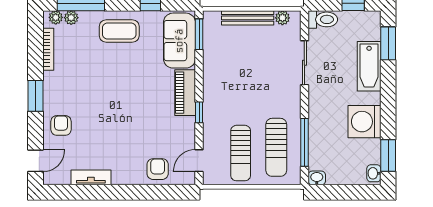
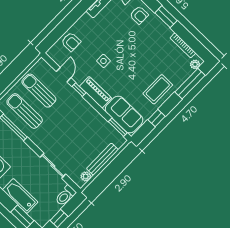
plant: (71, 18) -> (188, 72), removed
side table: (145, 116) -> (103, 61), added
door: (199, 161) -> (64, 75), moved

